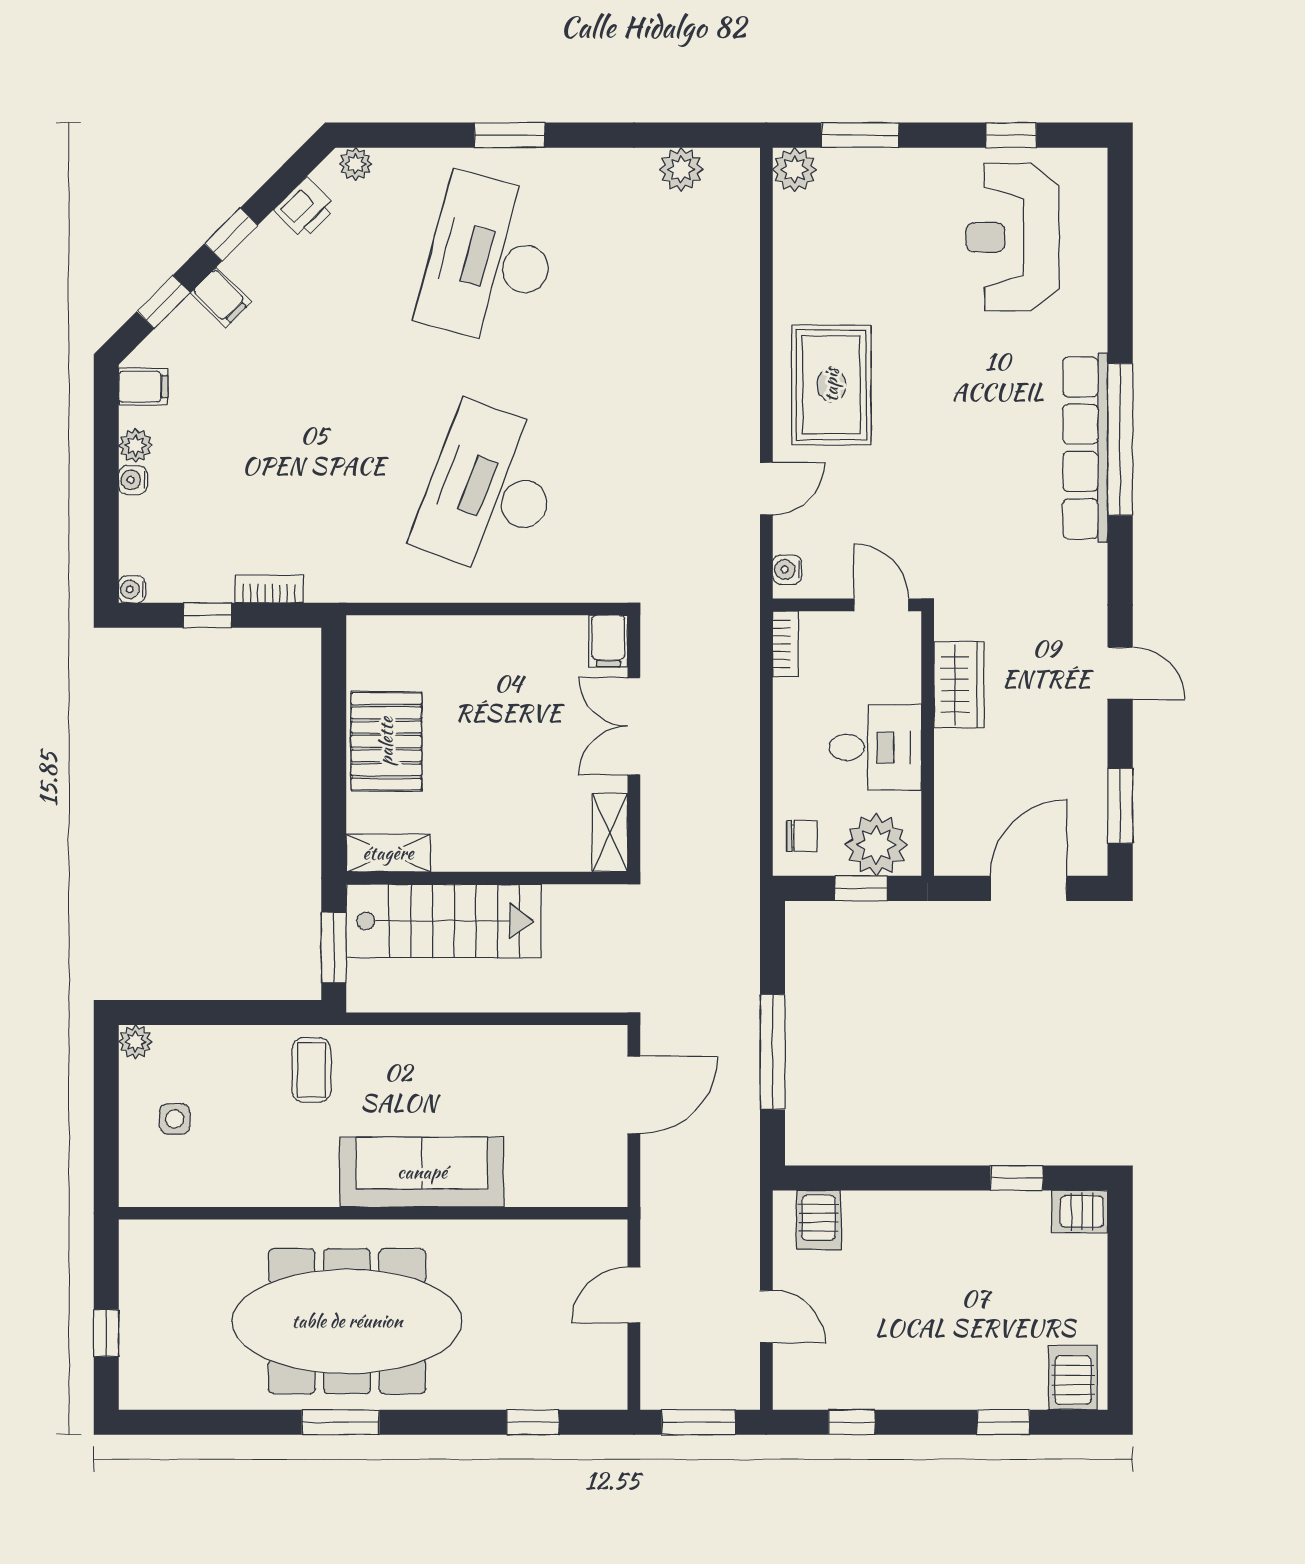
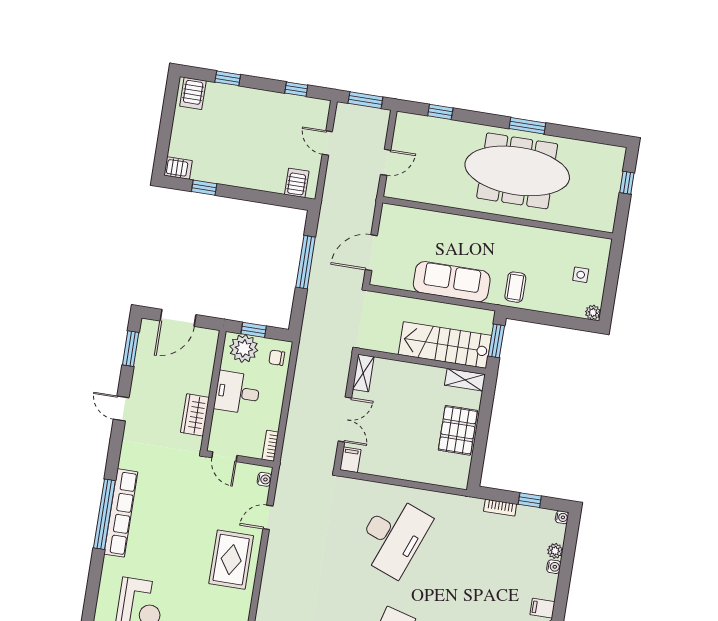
plant: (136, 445) -> (555, 551), moved
sofa: (422, 1172) -> (452, 282), moved, turned 180

